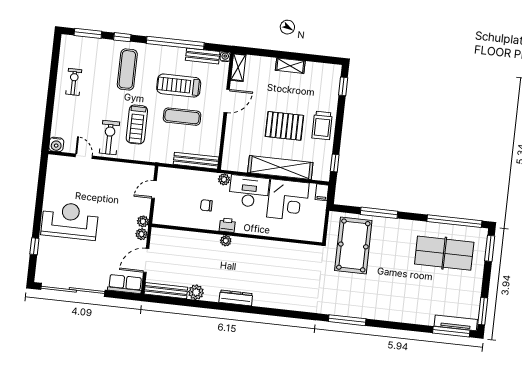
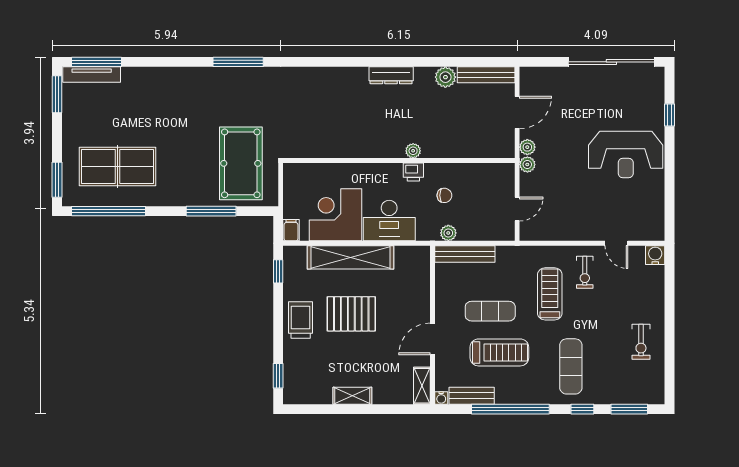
exercise bike: (109, 138) -> (585, 272), width x0.73, depth x0.72
plant: (224, 179) -> (448, 233), moved
row of seats: (125, 284) -> (542, 78), removed

